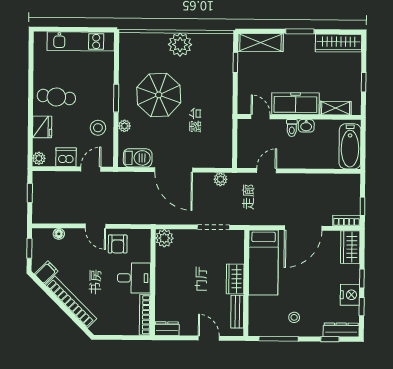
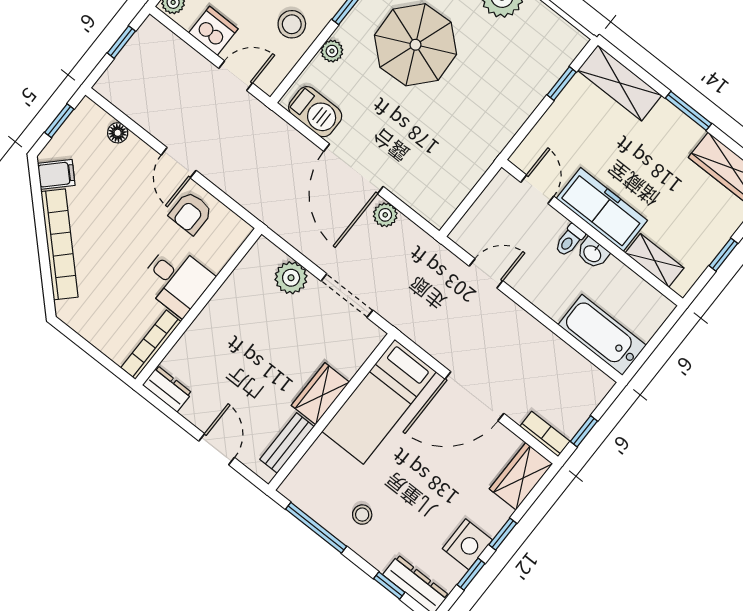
bathtub: (350, 146) -> (602, 335), moved, turned 90
plant: (220, 179) -> (385, 215), moved
plant: (164, 238) -> (291, 278), moved

